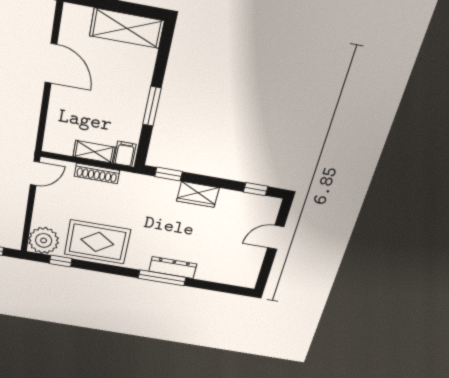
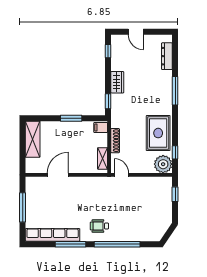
shelving: (94, 152) -> (103, 158), moved
dresser: (173, 268) -> (167, 56), moved

